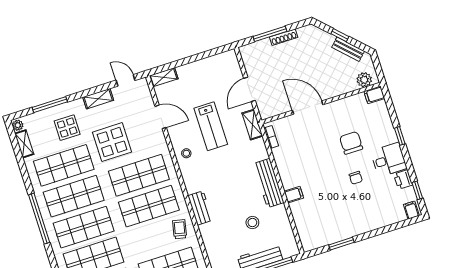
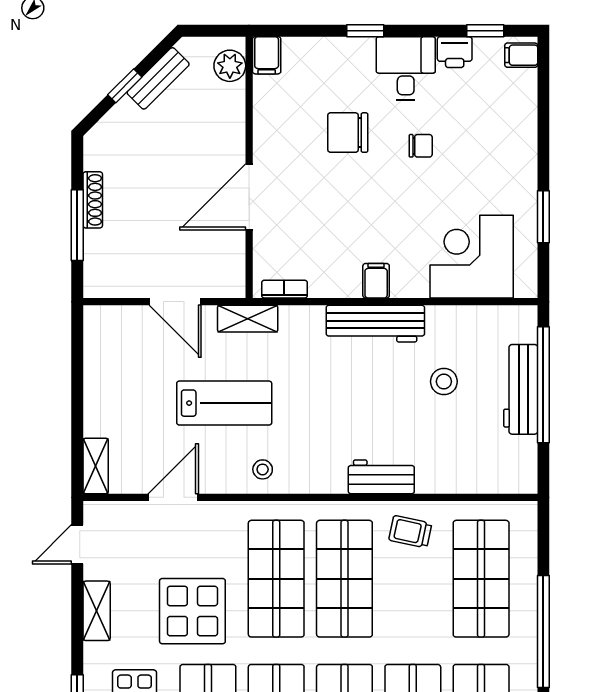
filing cabinet: (294, 195) -> (376, 281), moved
corner desk: (313, 217) -> (472, 257), added

